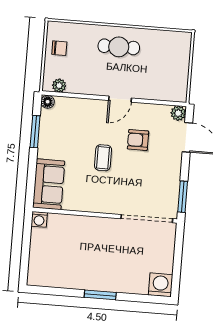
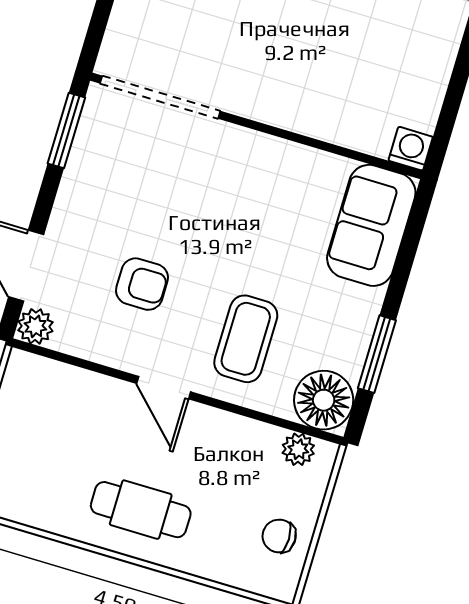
door: (120, 99) -> (164, 388), swing flipped
floor lamp: (48, 102) -> (324, 400), width x1.89, depth x1.89
coffee table: (103, 158) -> (246, 339), moved, width x1.36, depth x1.30

